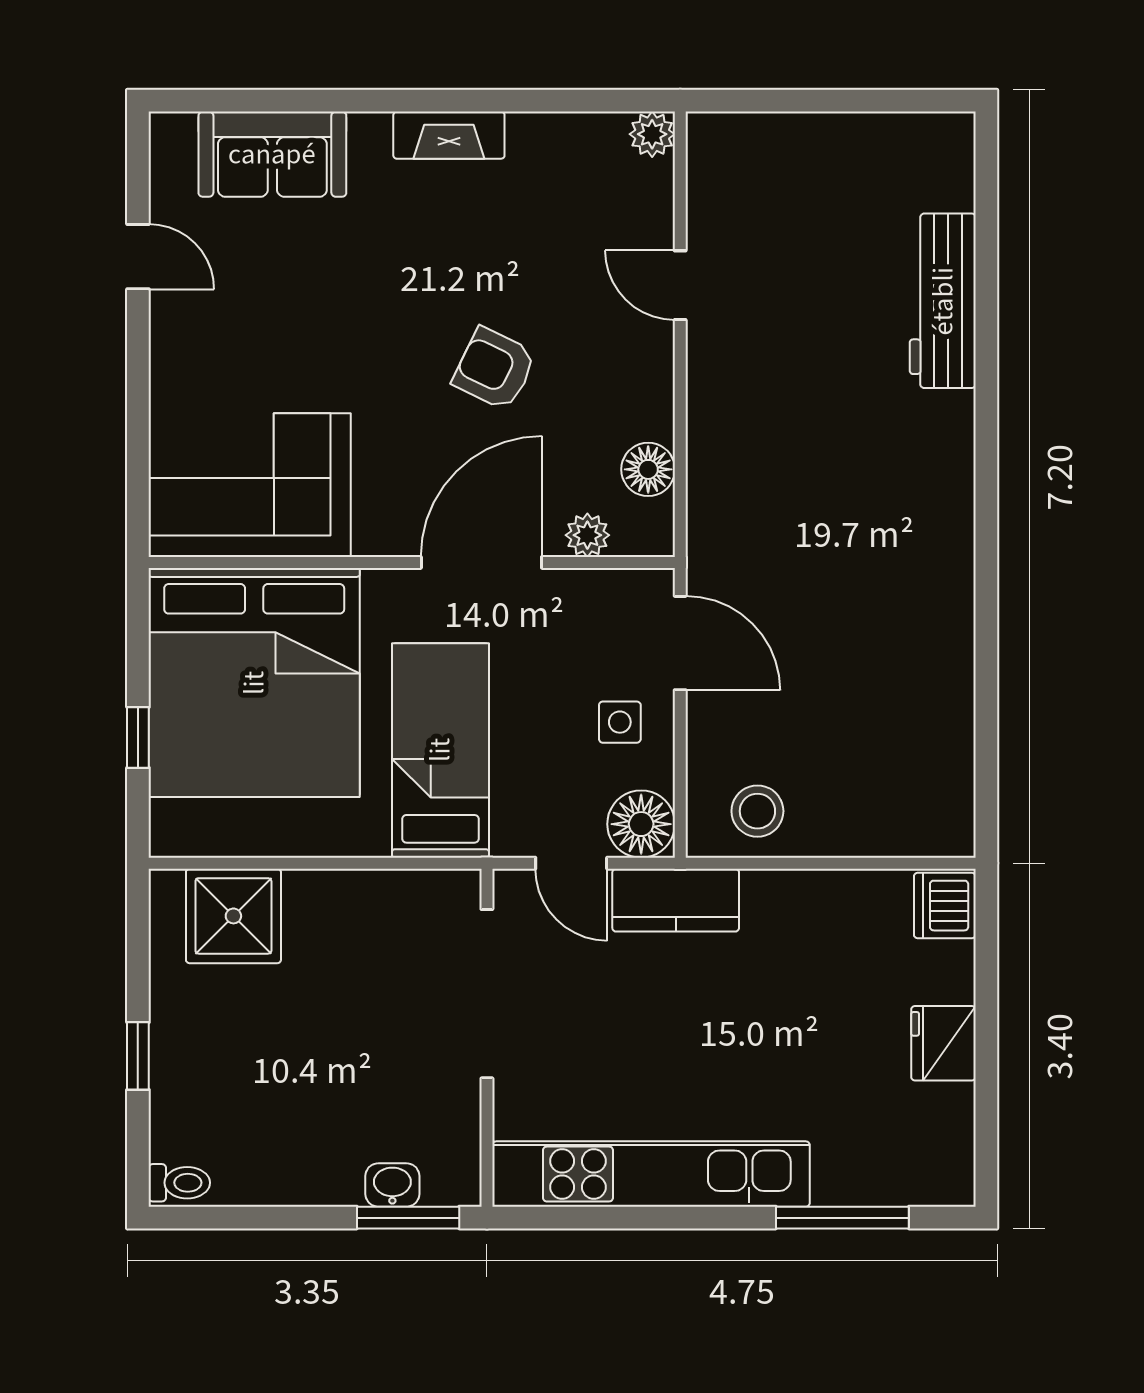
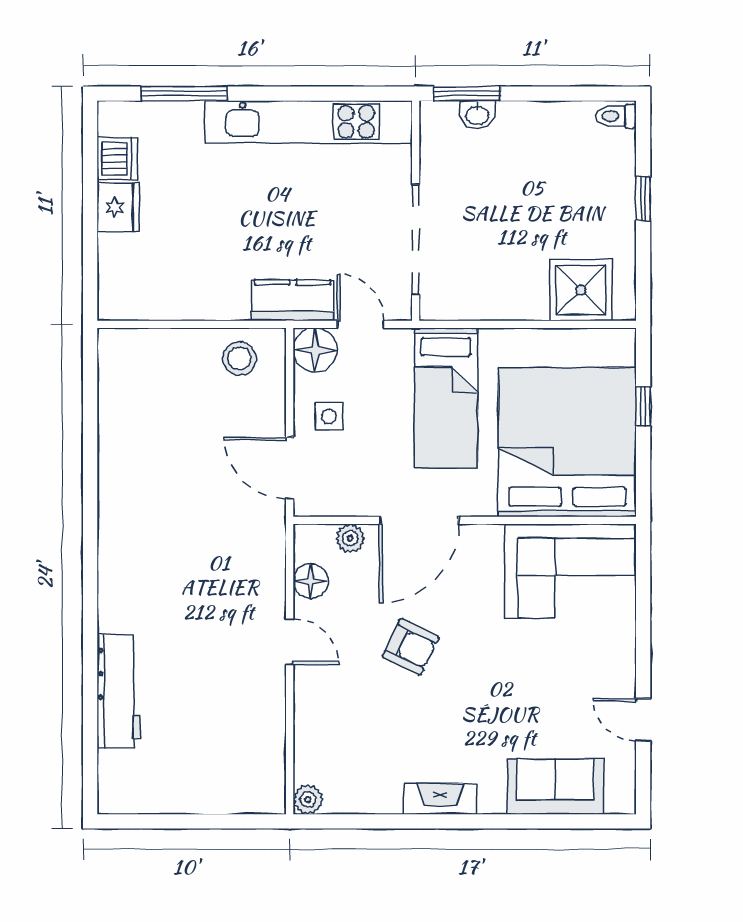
door: (680, 285) -> (290, 642), moved
dishwasher: (945, 906) -> (117, 159), moved

